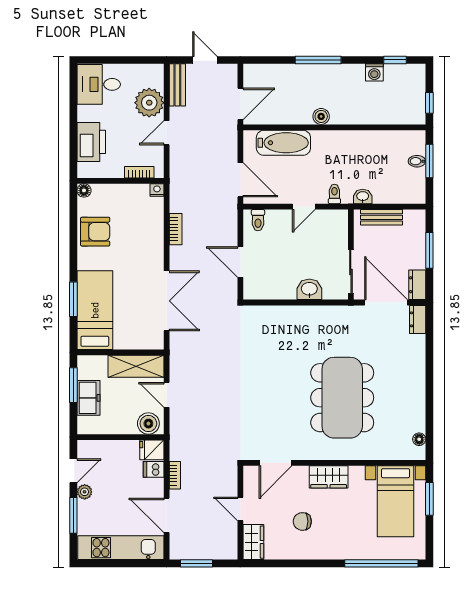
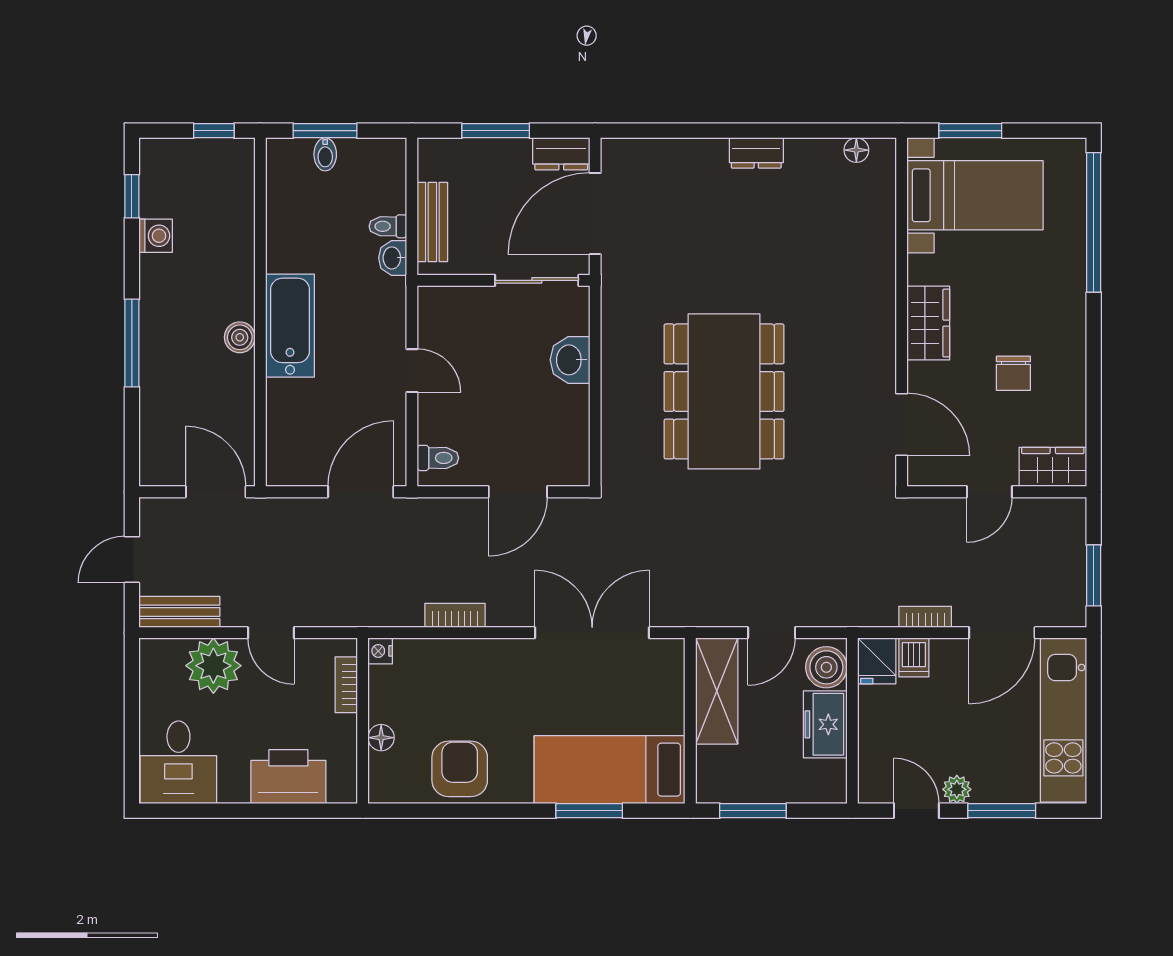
bathtub: (283, 143) -> (290, 326), moved
floor lamp: (84, 190) -> (381, 738), moved
toilet: (334, 194) -> (388, 226), moved
dresser: (418, 319) -> (756, 153), moved
freezer: (88, 398) -> (825, 724), moved, turned -90
dining table: (342, 398) -> (724, 391), moved, turned 90

